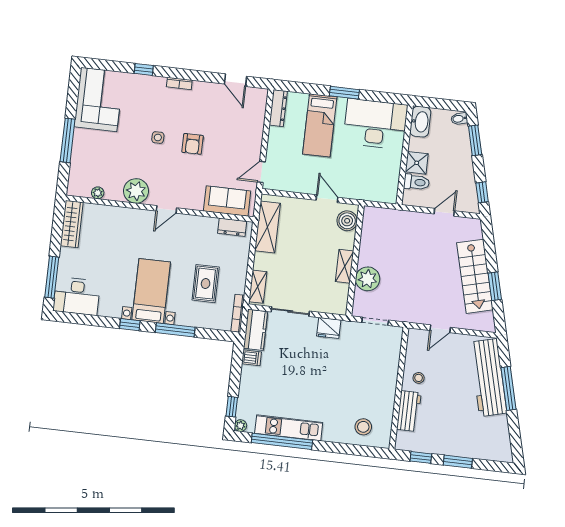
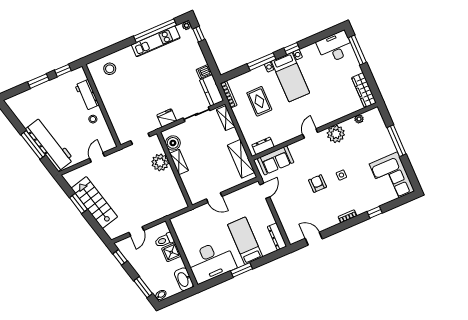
boiler: (347, 221) -> (173, 143), moved

